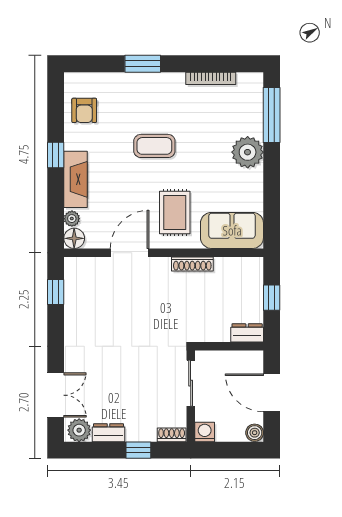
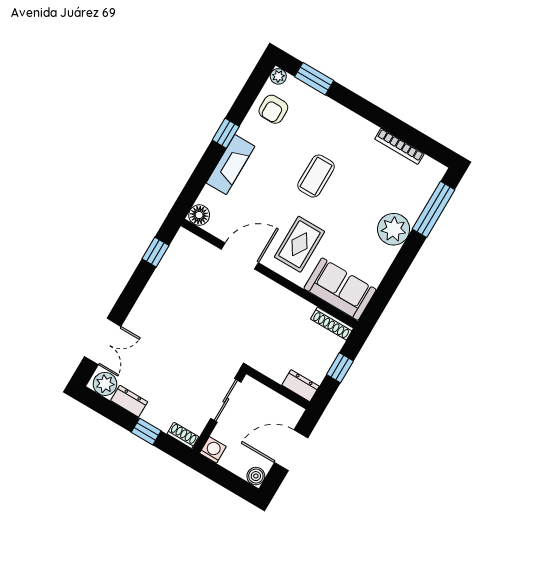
window: (143, 64) -> (314, 79), moved
coffee table: (154, 146) -> (316, 176), turned 90
plant: (72, 219) -> (278, 76), moved
shoe rack: (192, 264) -> (332, 324), moved
door: (272, 393) -> (291, 450), hinge flipped

